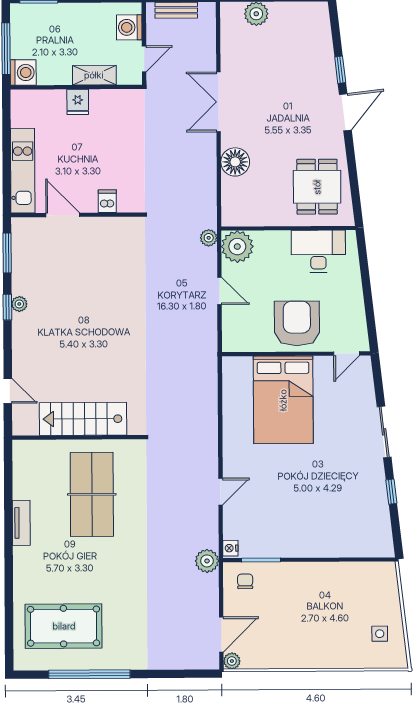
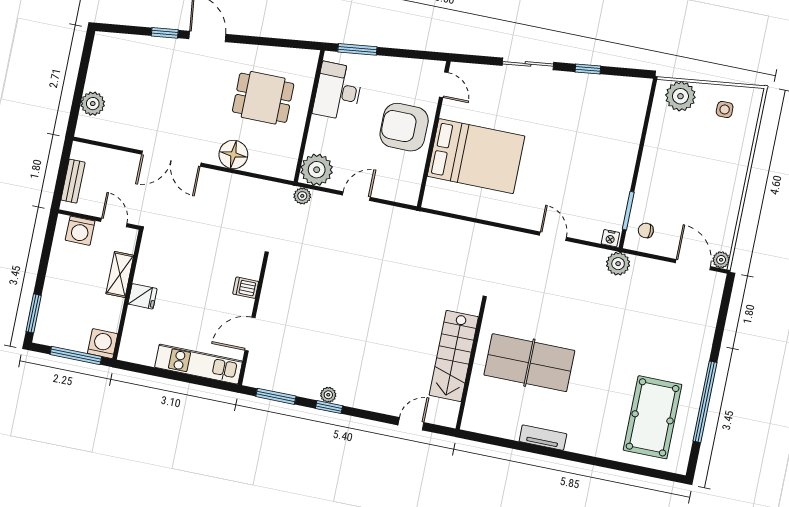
dining table: (317, 187) -> (263, 98), moved
window: (364, 262) -> (357, 49), added
plant: (384, 588) -> (680, 96), added

